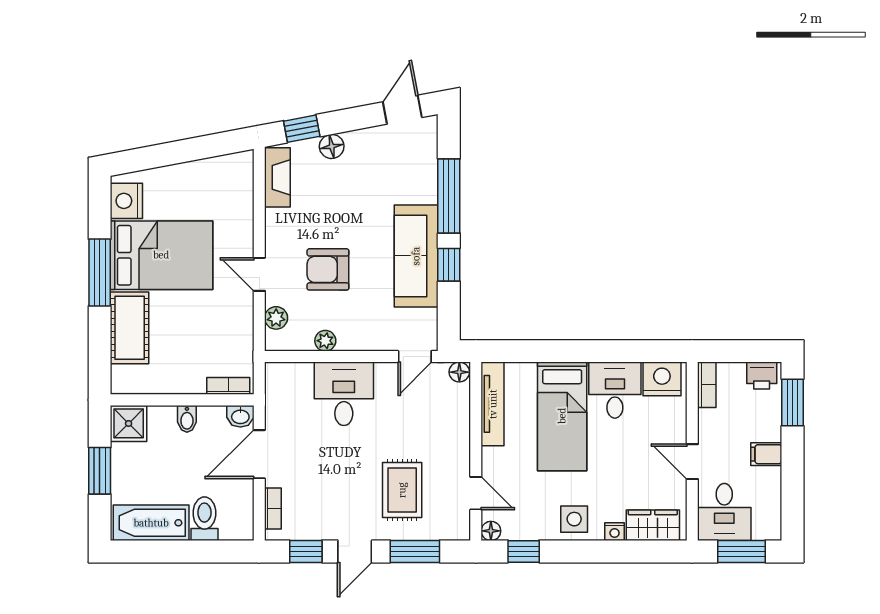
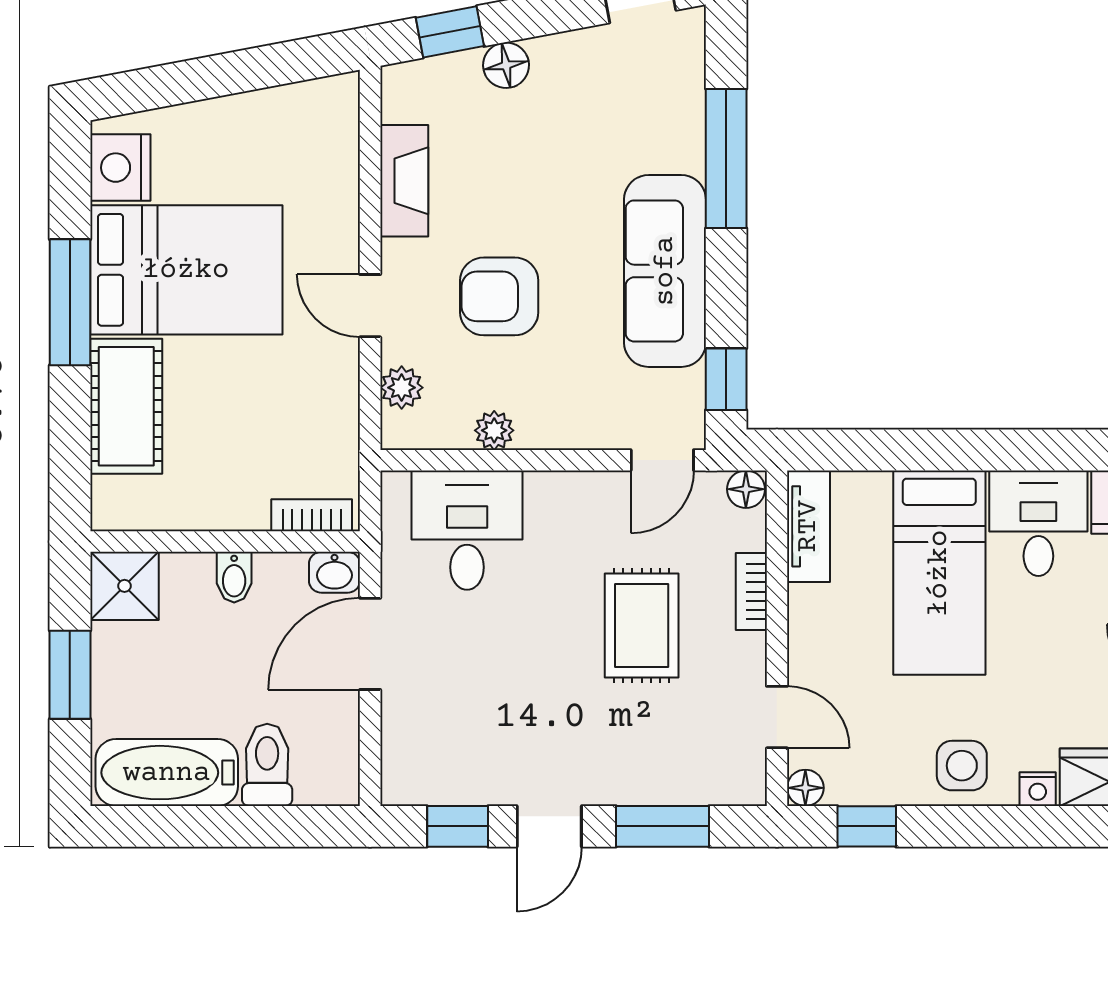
fireplace: (277, 177) -> (404, 181), moved
window: (449, 265) -> (726, 379), moved
desk: (344, 394) -> (467, 530), moved
tv unit: (493, 404) -> (808, 526), width x0.71
rug: (402, 490) -> (642, 625), moved
bookcase: (273, 509) -> (751, 592), moved, turned 180

